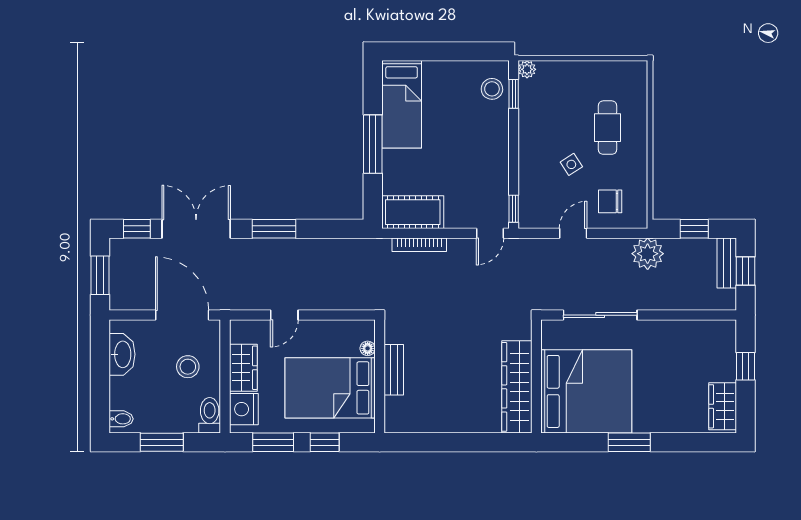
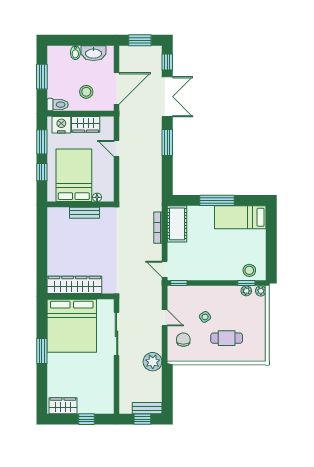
plant: (527, 94) -> (246, 291), added
window: (694, 229) -> (167, 389), removed
bidet: (121, 419) -> (75, 53), moved

